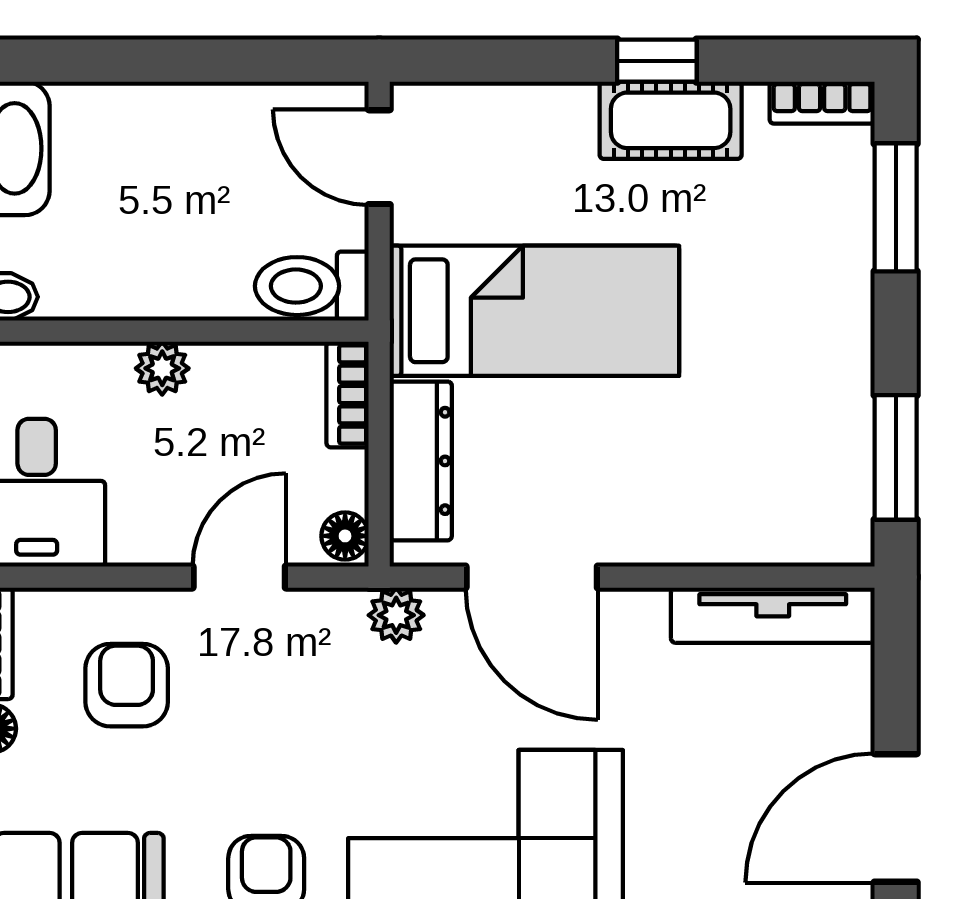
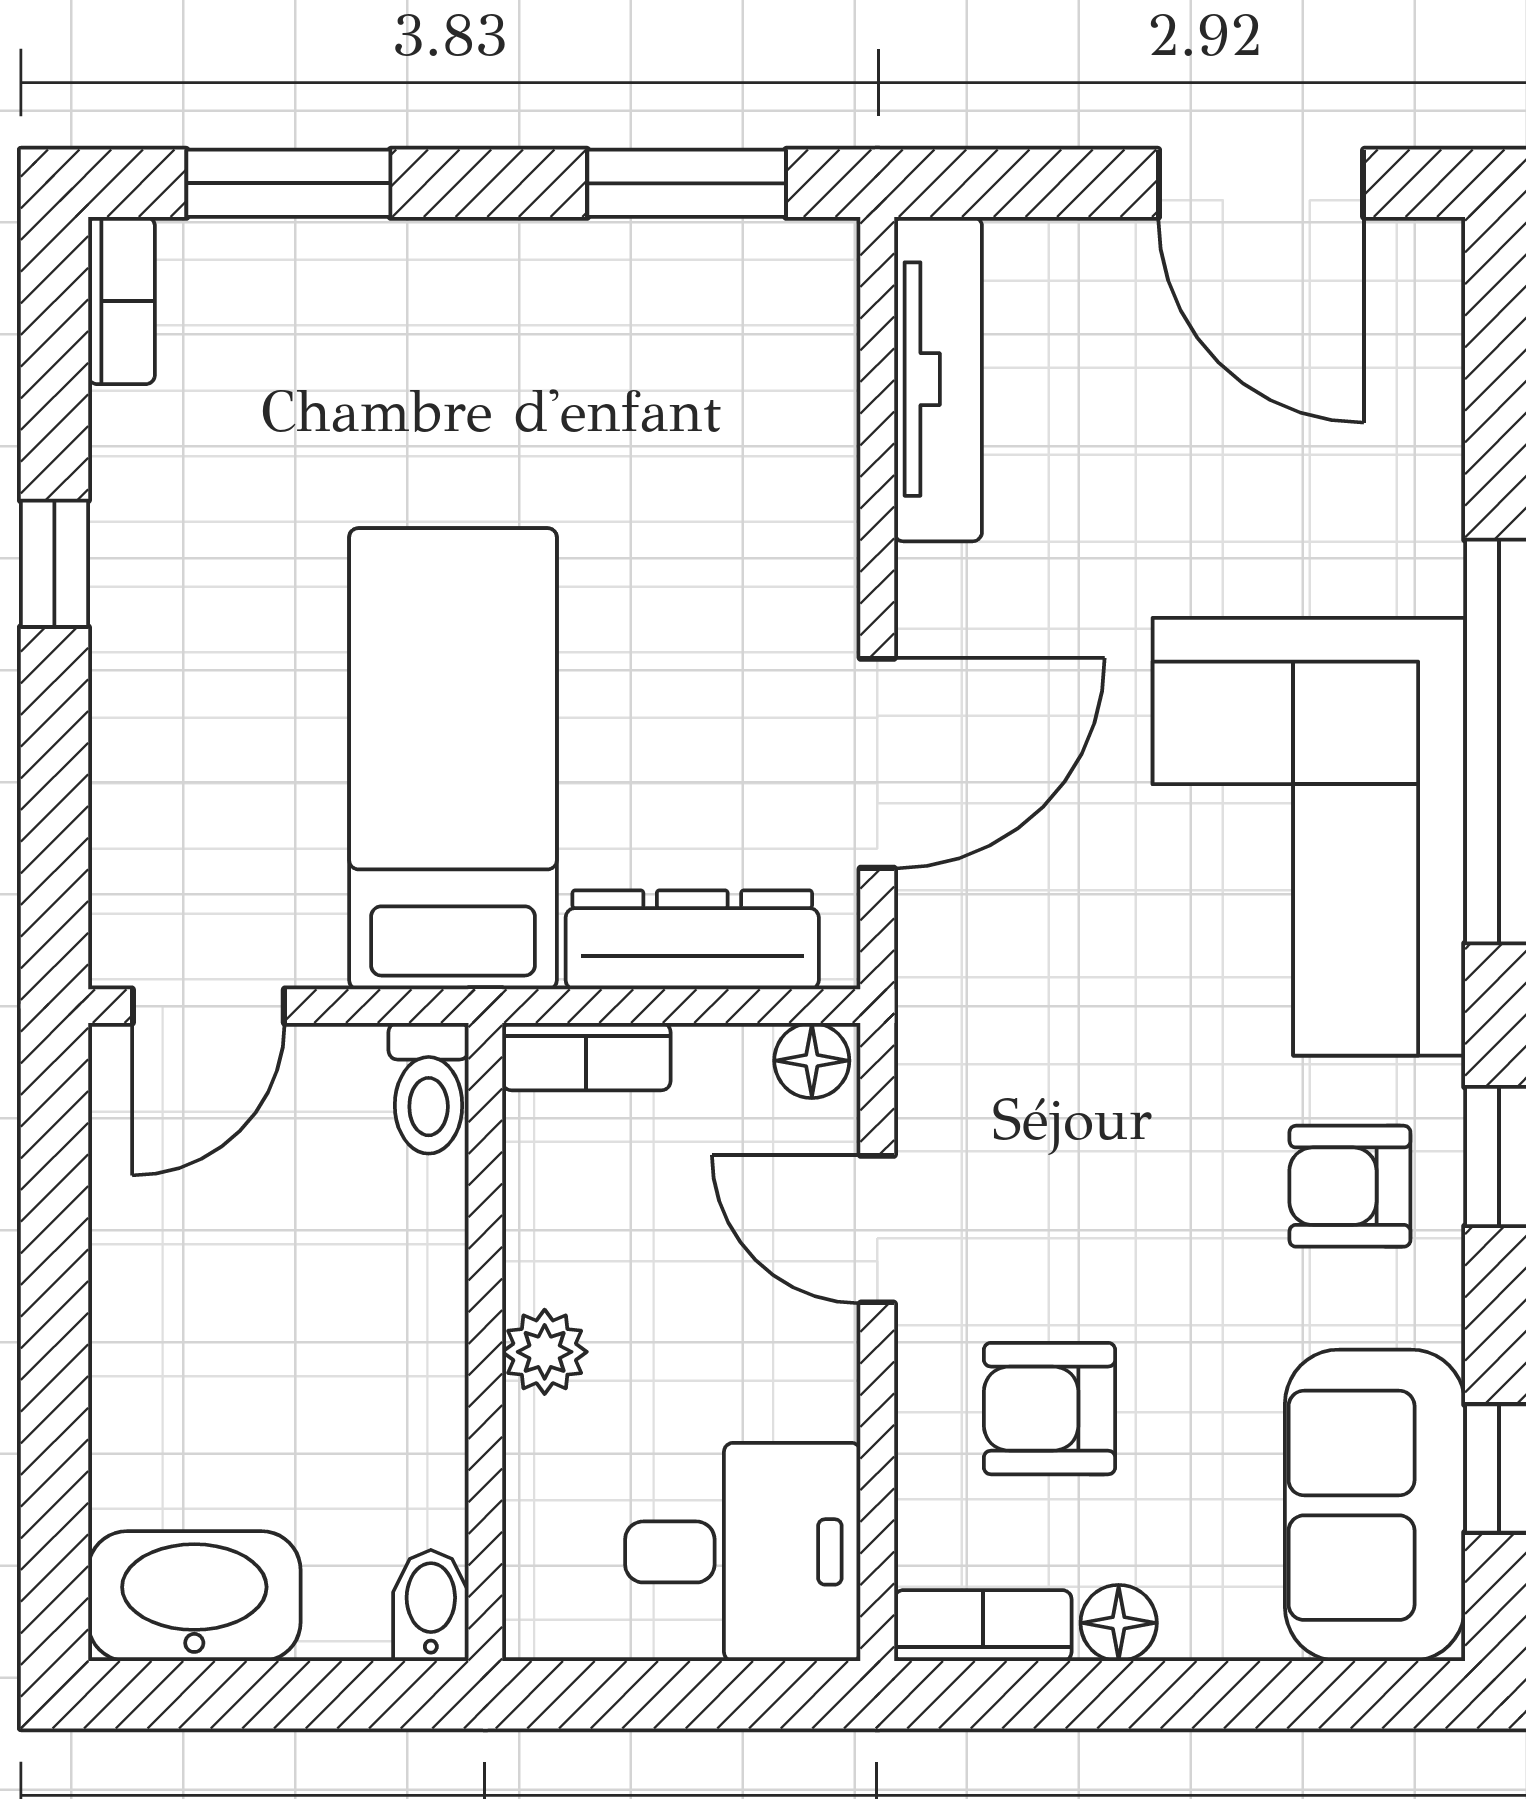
cot: (671, 120) -> (150, 542), removed
toilet: (312, 286) -> (429, 1088), width x0.73, depth x0.72
plant: (396, 615) -> (938, 979), removed

